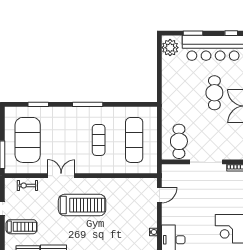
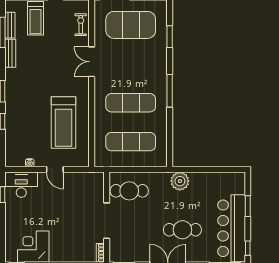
plant: (170, 48) -> (180, 181), moved
exercise mat: (99, 140) -> (131, 103), width x1.36, depth x1.45
double door: (61, 176) -> (92, 62), swing flipped
door: (159, 195) -> (55, 169), moved
treadmill: (82, 205) -> (63, 122), moved

